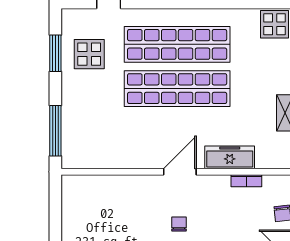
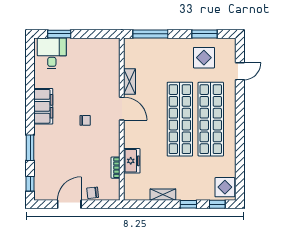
freezer: (230, 157) -> (132, 161), width x0.71
shelving: (123, 161) -> (130, 81), added
door: (180, 172) -> (122, 109), moved

